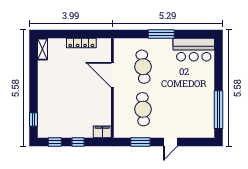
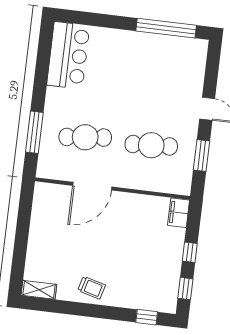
window: (161, 34) -> (34, 132), moved
locker: (81, 43) -> (37, 229), removed
trolley: (48, 82) -> (92, 288), added

